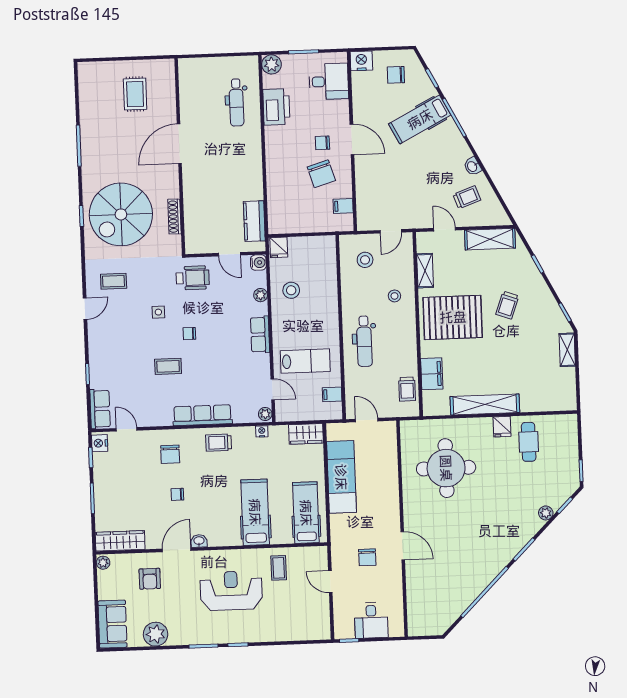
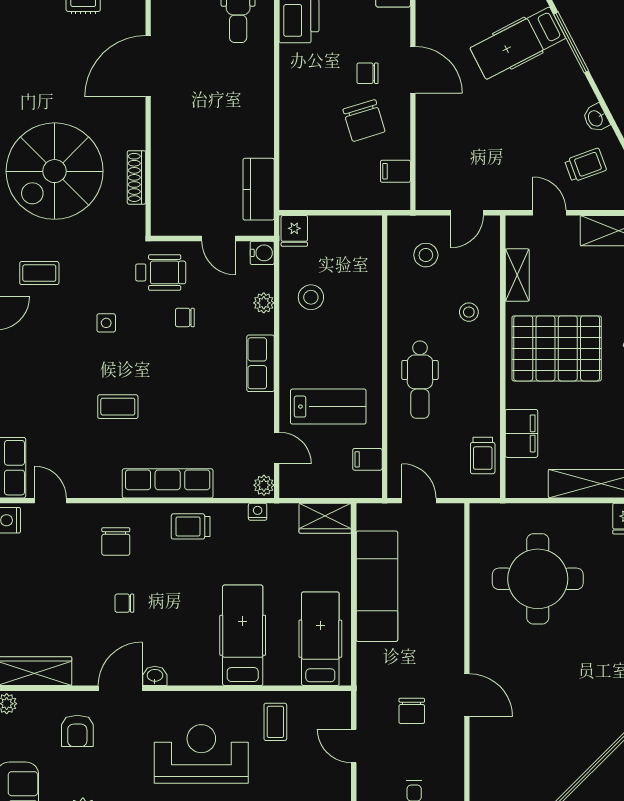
chair: (189, 334) -> (185, 317), moved

